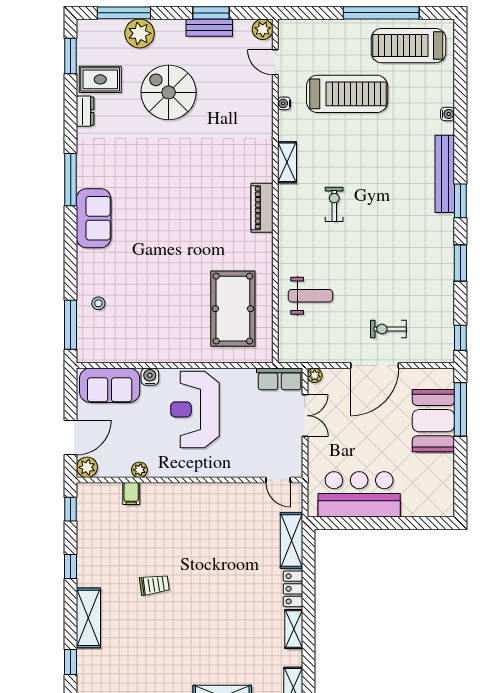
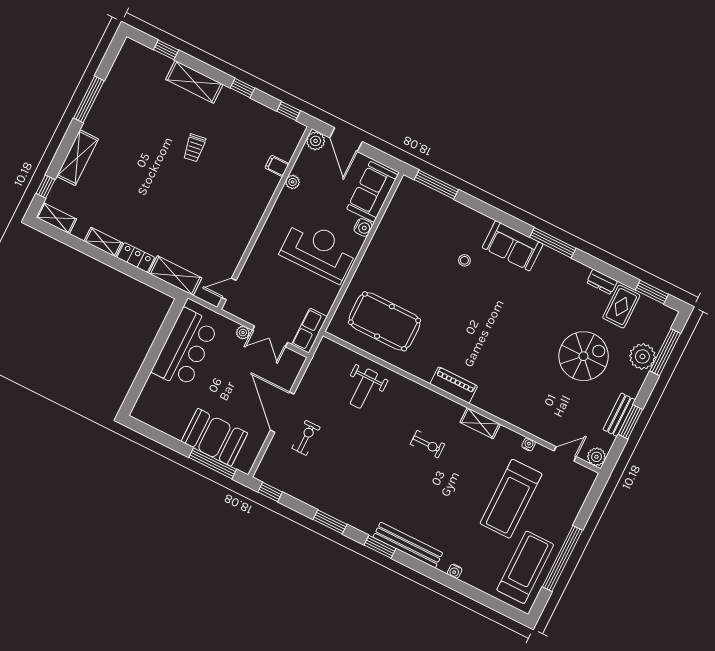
stool: (98, 303) -> (464, 260), moved
plant: (315, 375) -> (243, 333), moved

